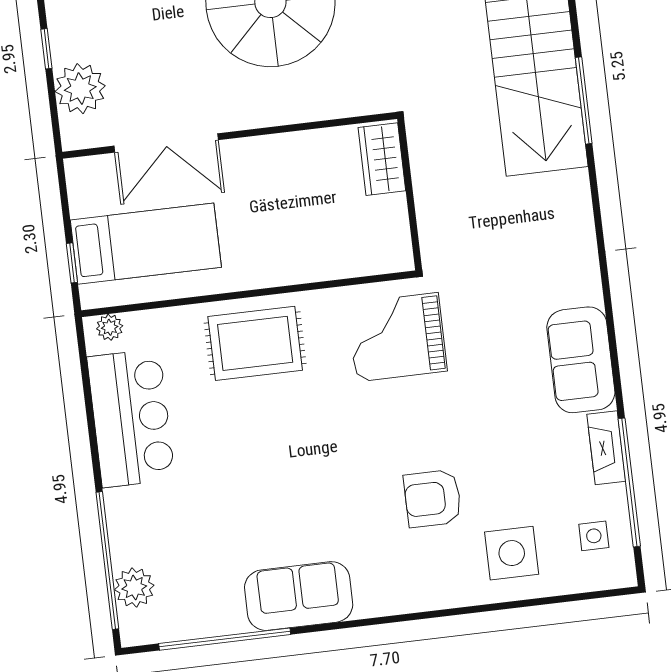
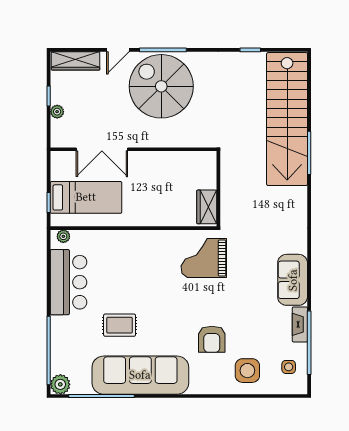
plant: (80, 89) -> (57, 112), width x0.53, depth x0.53
wardrobe: (382, 159) -> (207, 207), moved
rug: (255, 343) -> (120, 325), moved, width x0.73, depth x0.70
armchair: (433, 499) -> (212, 339), turned -90
plant: (134, 588) -> (60, 384), moved
sofa: (299, 596) -> (140, 375), width x1.85, depth x1.27

